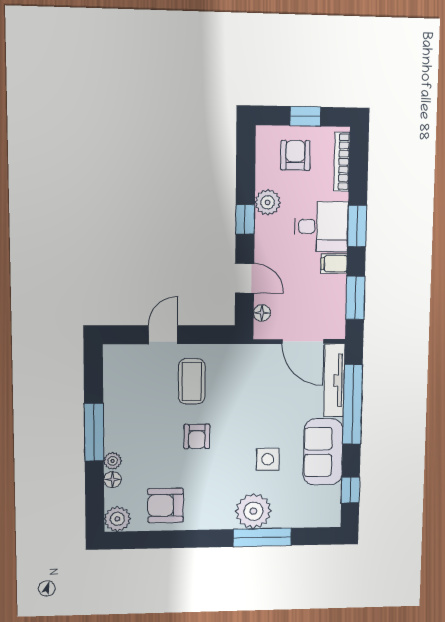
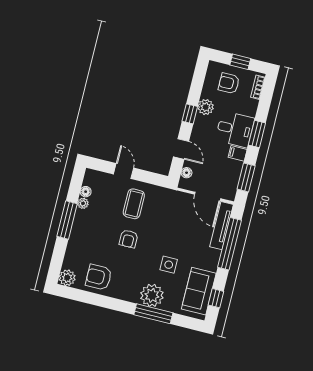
armchair: (295, 155) -> (229, 83), turned -90
bookcase: (342, 162) -> (258, 87), width x0.64
door: (163, 335) -> (124, 171), hinge flipped
sofa: (323, 452) -> (199, 291), moved
plant: (113, 461) -> (83, 203), moved
floor lamp: (112, 480) -> (86, 192), moved

